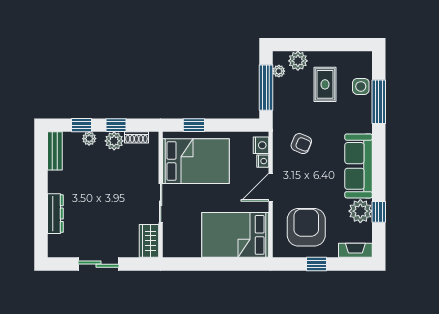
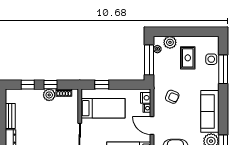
plant: (89, 139) -> (33, 93), removed
bench: (55, 151) -> (10, 116), moved
bed: (196, 161) -> (103, 108), width x0.67
door: (271, 187) -> (152, 125), hinge flipped

